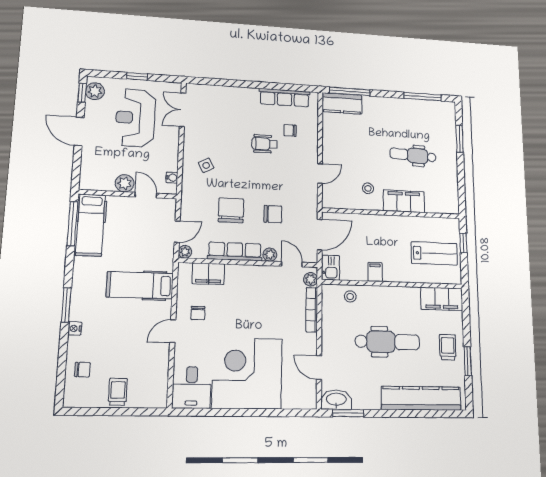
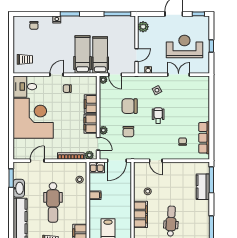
plant: (95, 91) -> (200, 21), removed
kitchen counter: (342, 103) -> (203, 187), moved
double door: (183, 110) -> (179, 75), moved
wheelchair: (265, 144) -> (158, 115), moved
plant: (125, 183) -> (143, 27), moved
chair: (231, 210) -> (130, 106), turned 180
hospital bed: (90, 225) -> (100, 55), moved, turned 90
door: (320, 235) -> (117, 161), hinge flipped
row of seats: (235, 251) -> (105, 109), removed
door: (292, 264) -> (98, 144), hinge flipped
filing cabinet: (208, 274) -> (91, 104), moved
filing cabinet: (259, 276) -> (90, 124), added
door: (173, 331) -> (56, 75), hinge flipped
trolley: (118, 392) -> (25, 59), moved
washbasin: (336, 400) -> (19, 188), moved

